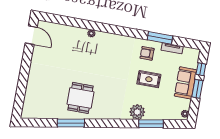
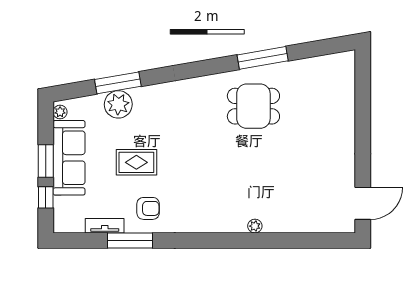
door: (31, 35) -> (363, 203), swing flipped
sofa: (186, 83) -> (69, 158), width x1.36
dining table: (80, 98) -> (253, 106), turned 90
plant: (137, 112) -> (118, 104), moved

